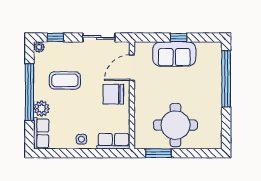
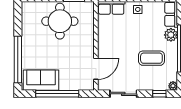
window: (179, 37) -> (57, 94), width x3.17
sofa: (174, 54) -> (41, 80), moved
chair: (113, 94) -> (111, 47), removed

